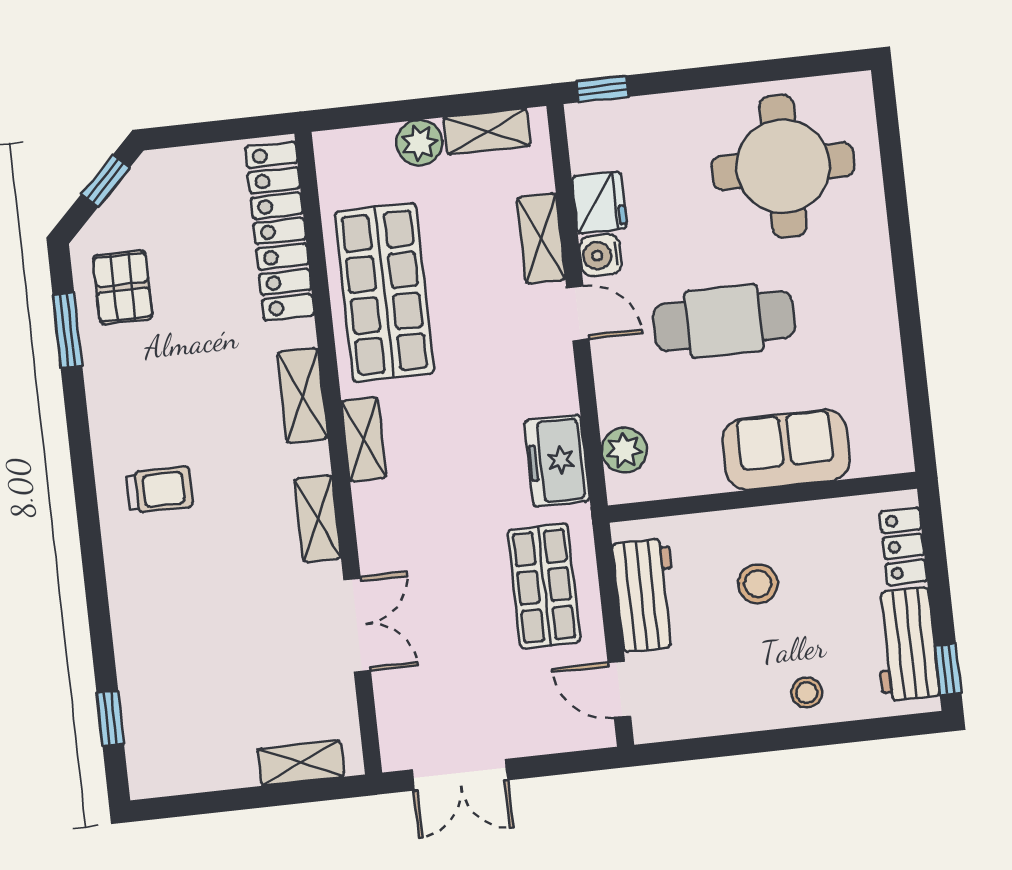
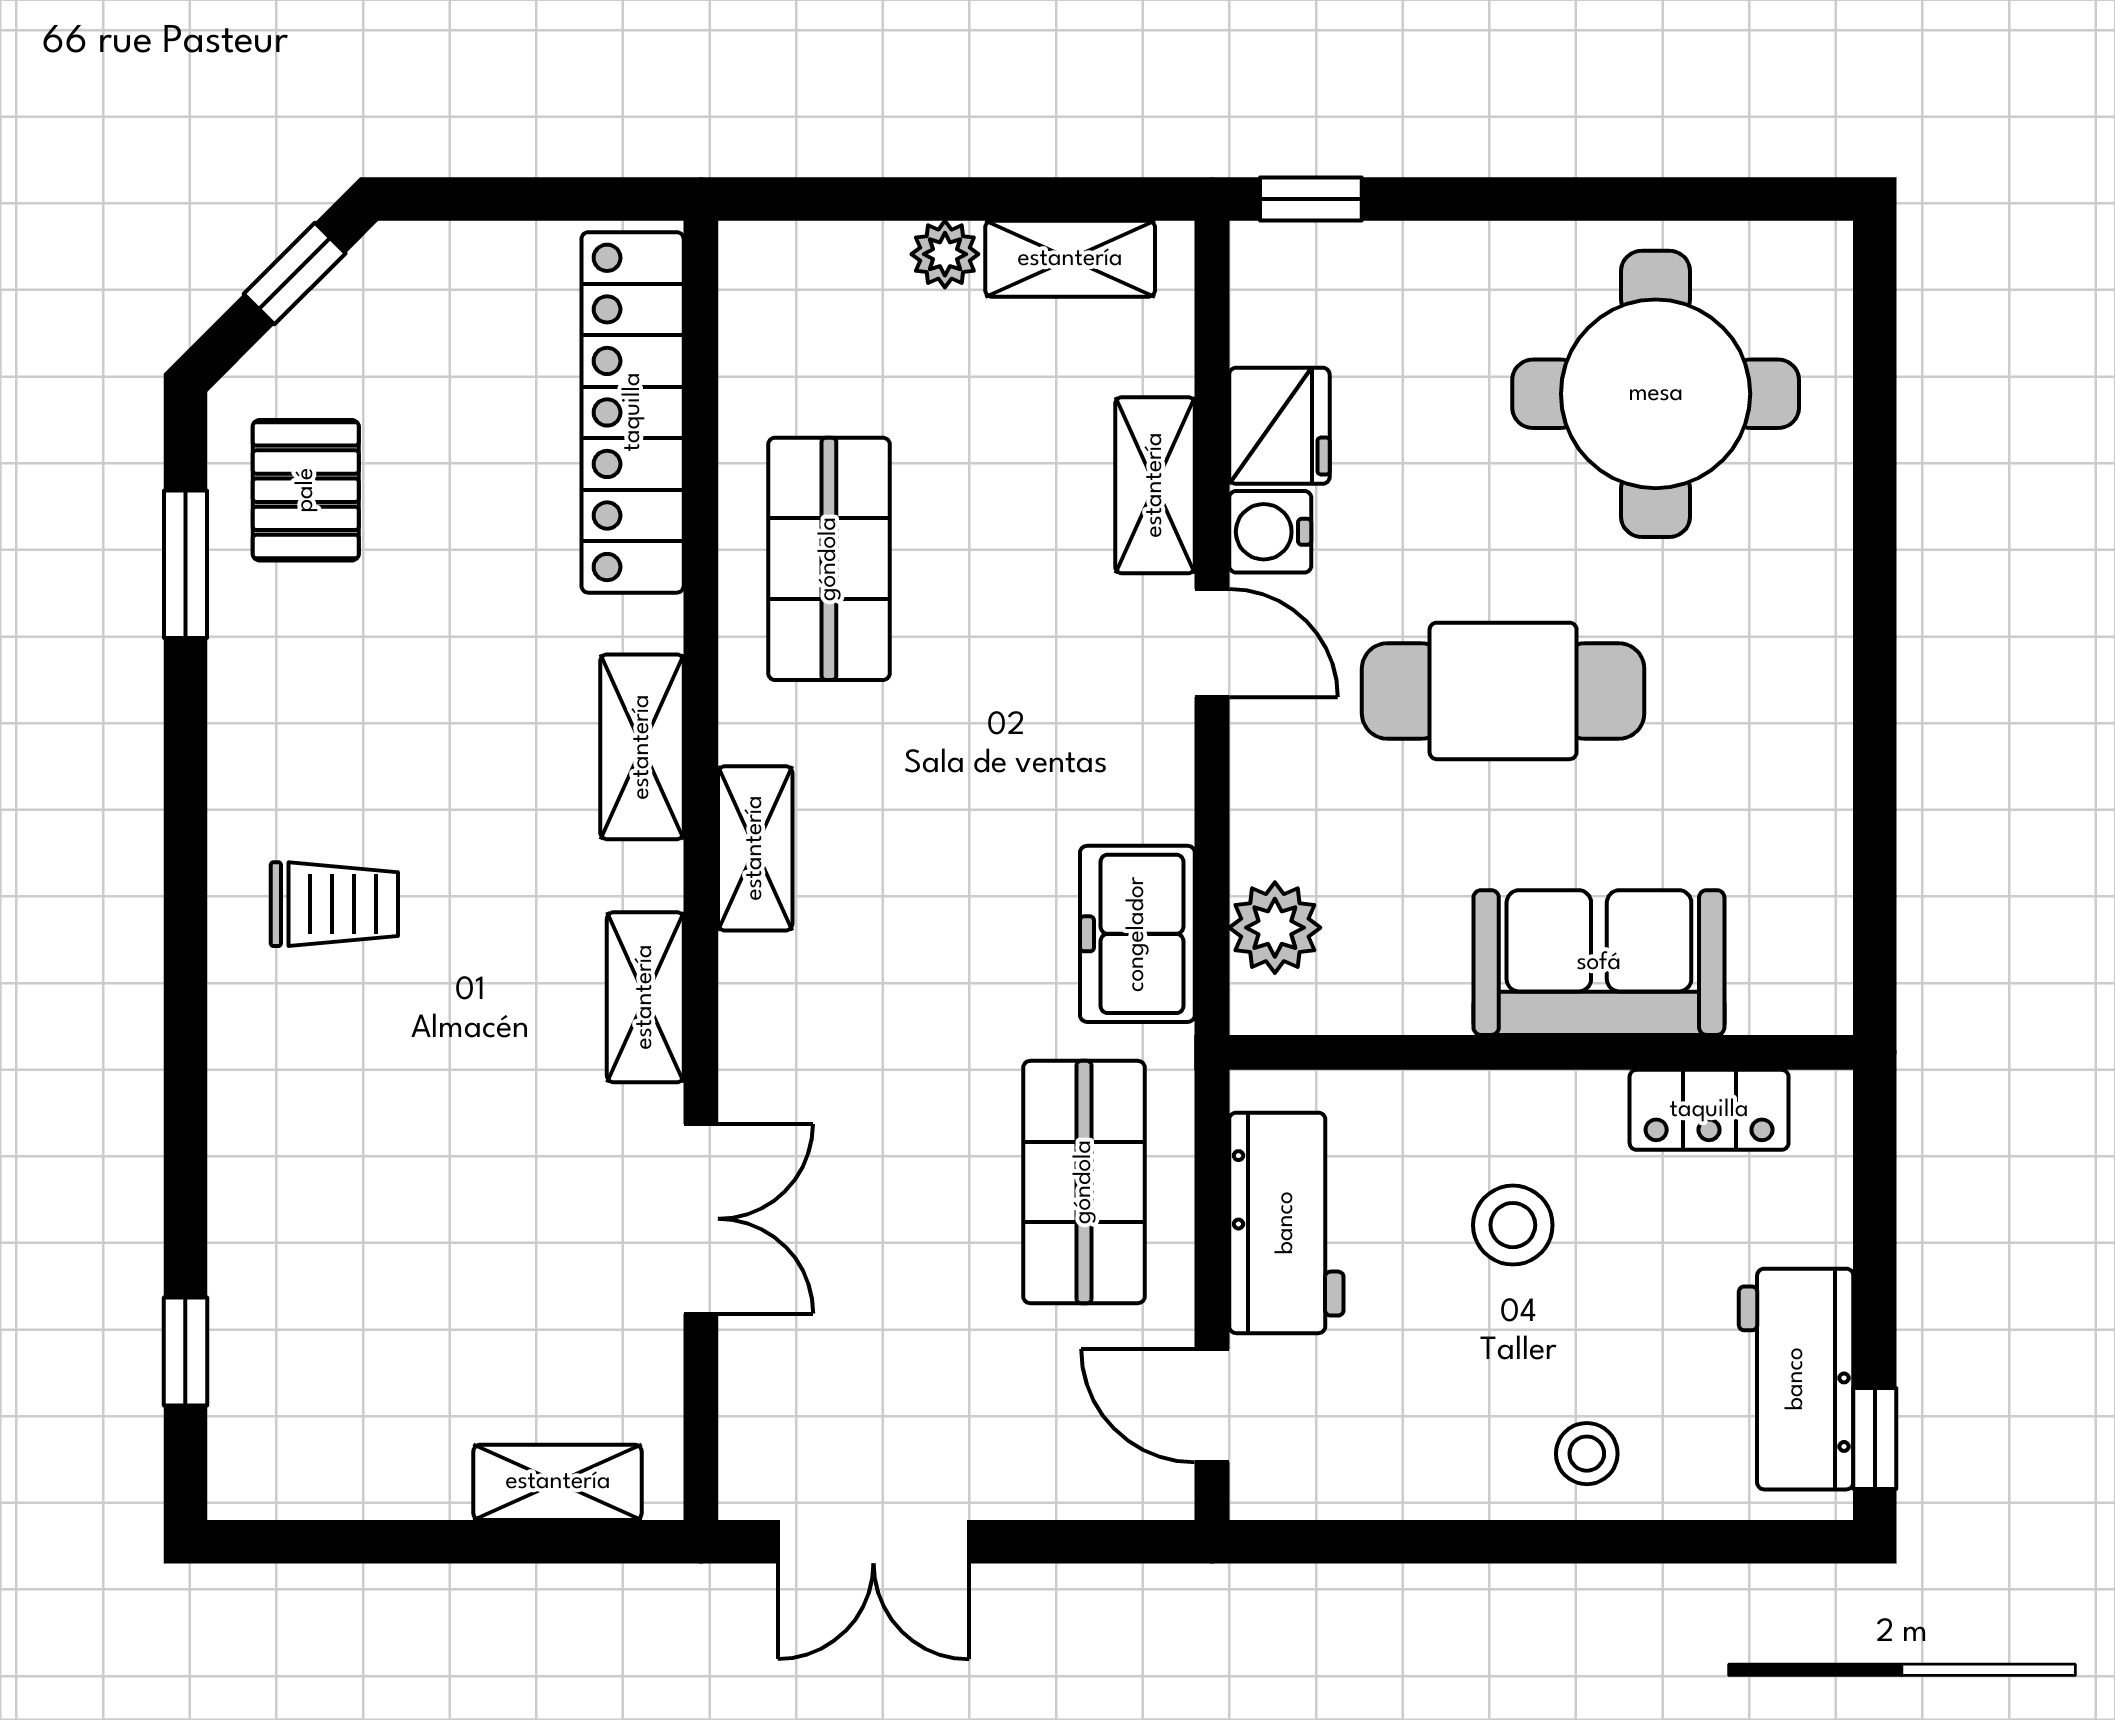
plant: (420, 143) -> (945, 254), width x0.73, depth x0.73
shop shelf: (384, 293) -> (829, 559), width x0.70, depth x0.74
locker: (904, 546) -> (1709, 1110), moved, turned -90

